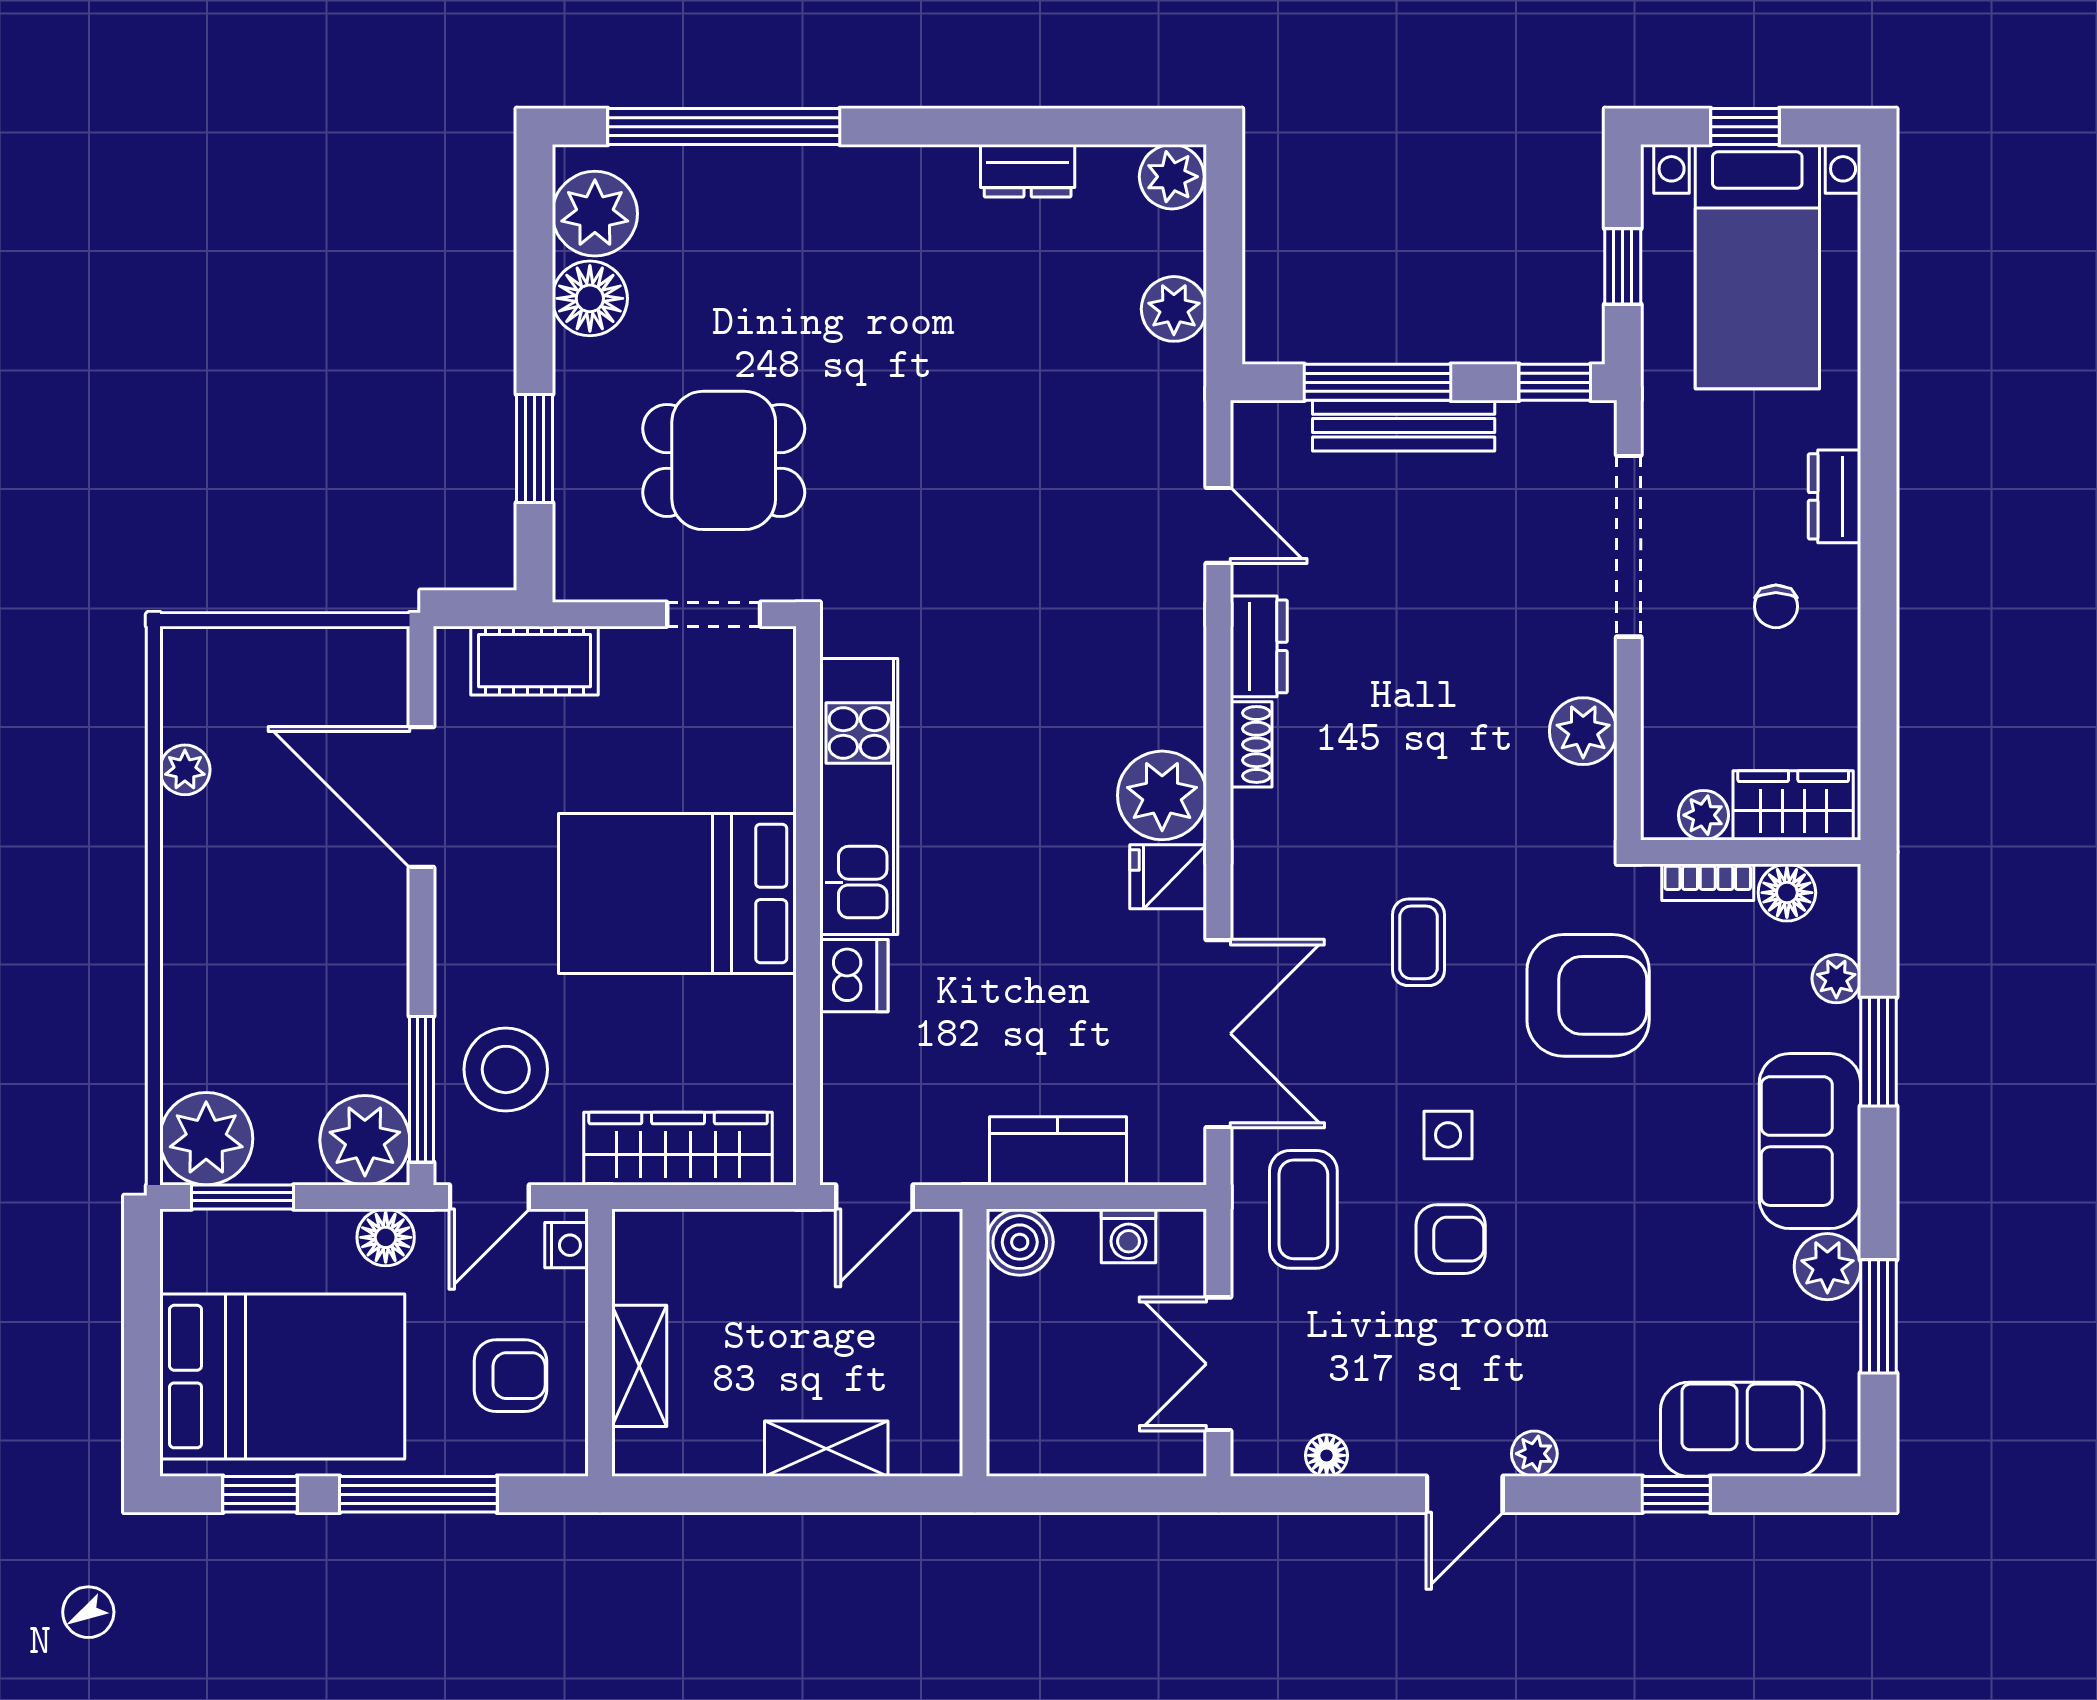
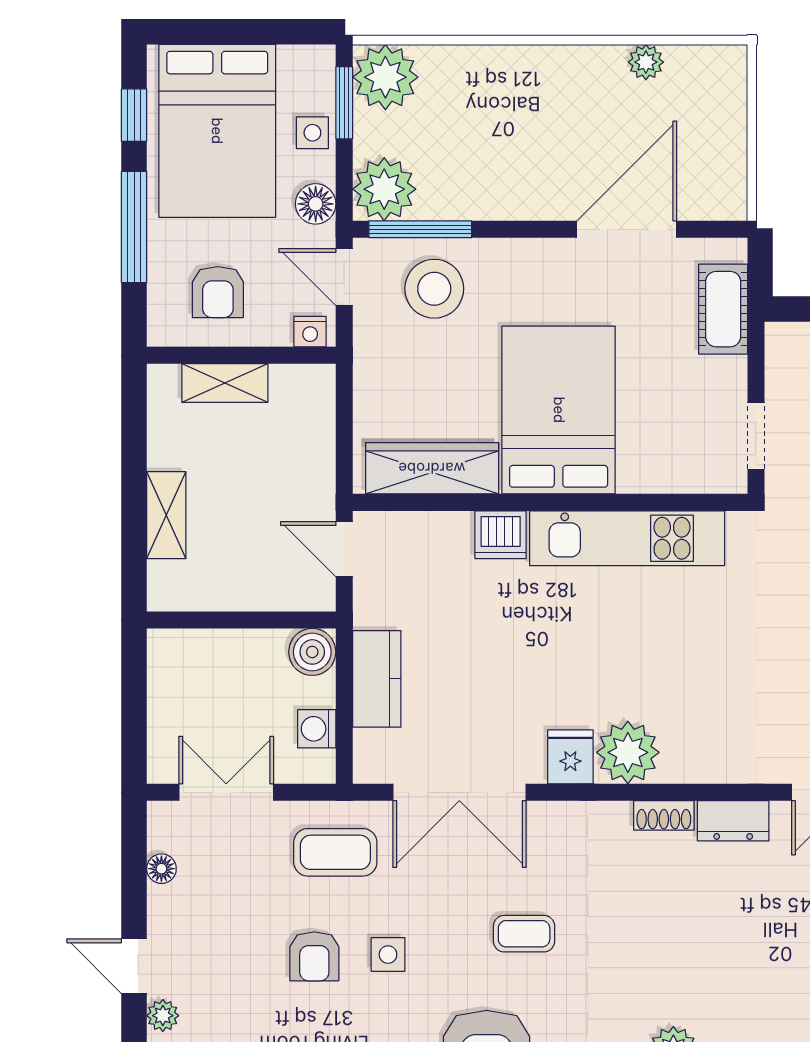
wardrobe: (678, 1149) -> (432, 468), moved, turned -90
side table: (285, 1242) -> (312, 133), added

